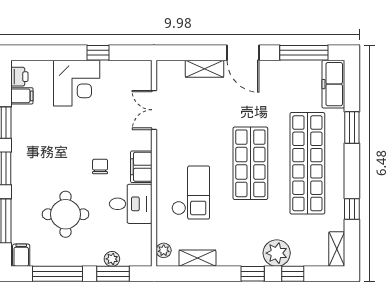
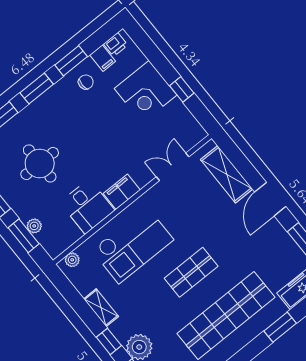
shelving: (204, 69) -> (227, 174), width x1.50, depth x1.33
shop shelf: (250, 163) -> (191, 272), width x0.70, depth x0.74
chair: (100, 166) -> (86, 82), moved
checkout: (191, 193) -> (133, 245), width x1.36, depth x1.21
shelving: (197, 258) -> (101, 308), moved

